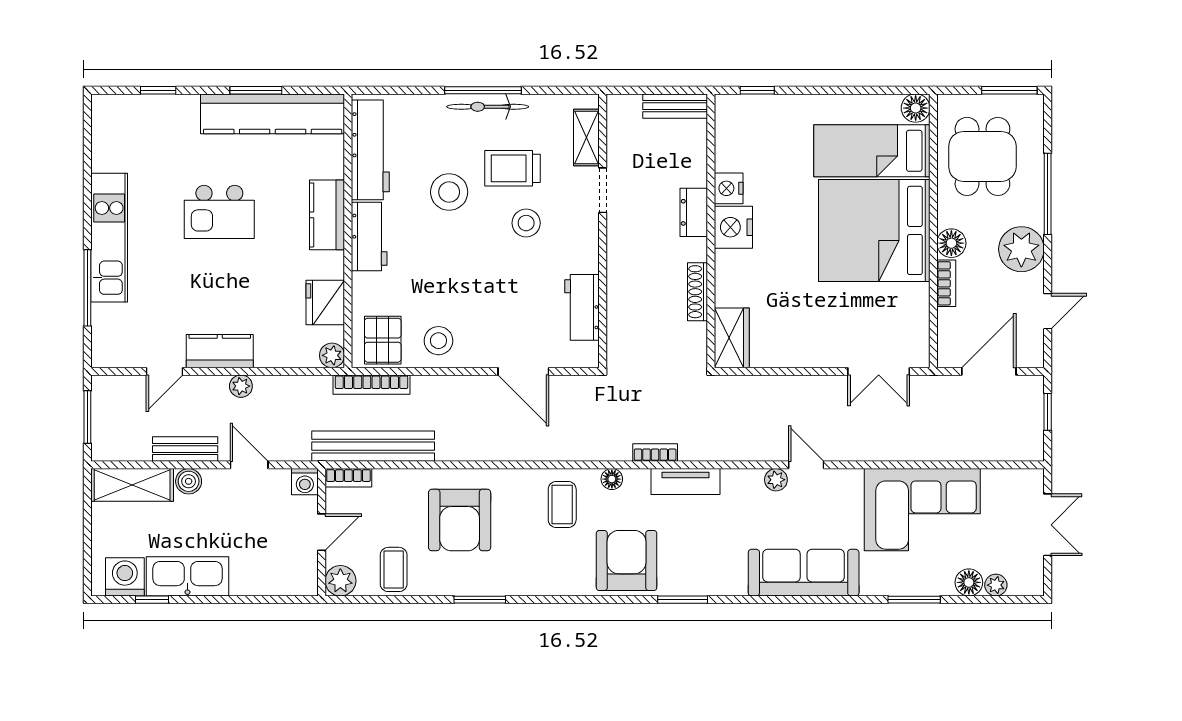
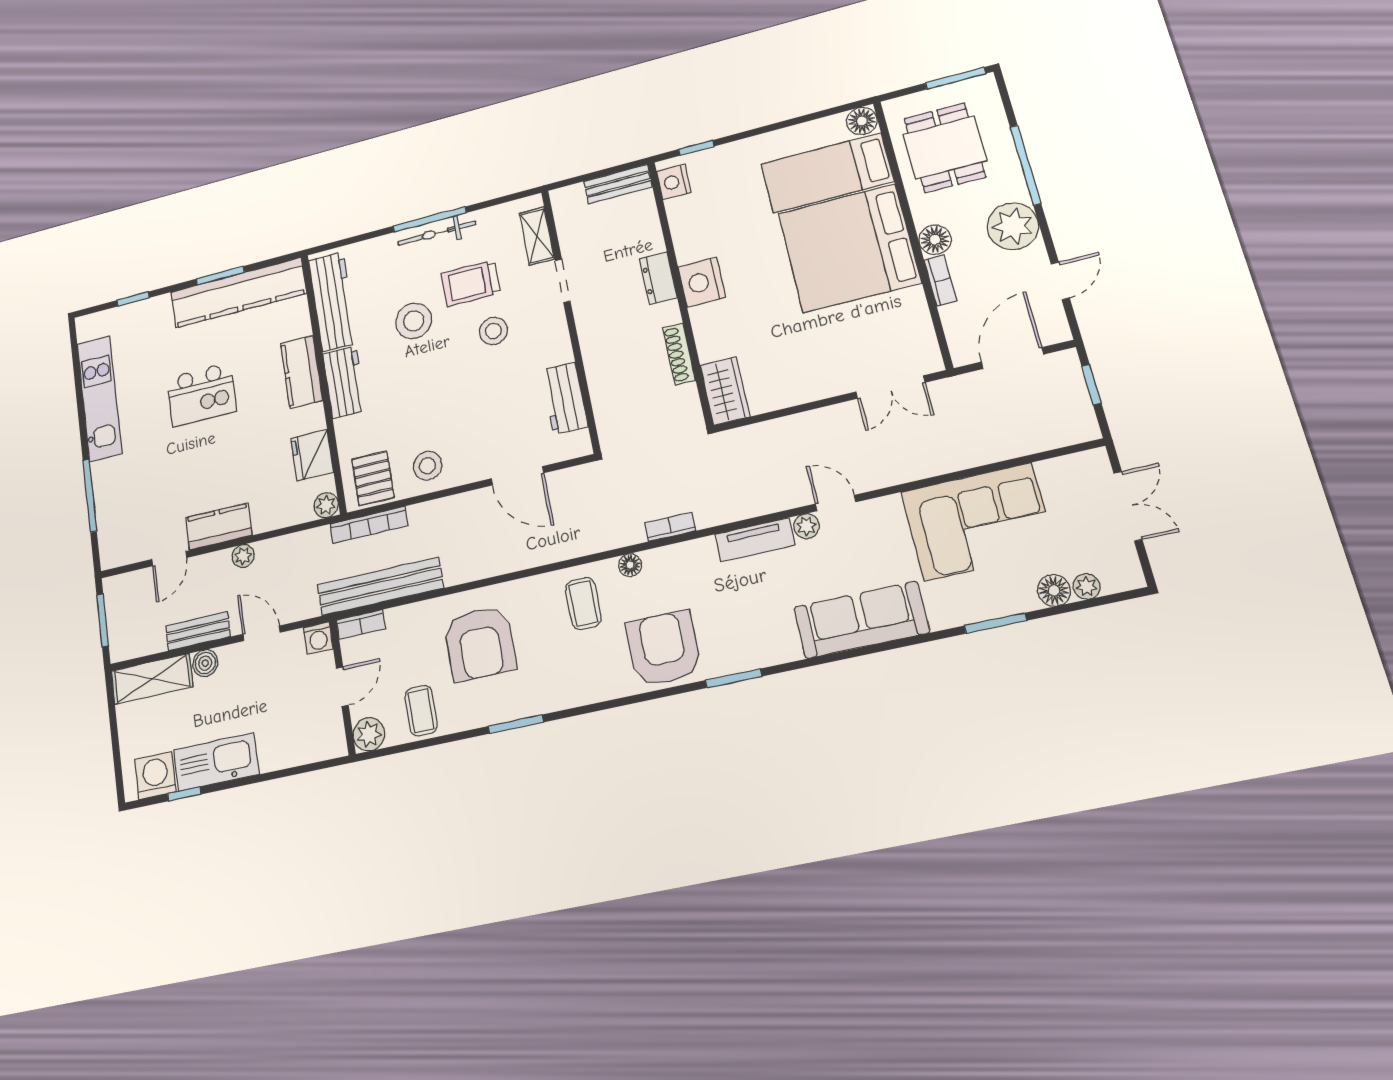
nightstand: (729, 188) -> (674, 182), moved
kitchen unit: (109, 238) -> (99, 398), moved
tv unit: (685, 482) -> (755, 540), moved

